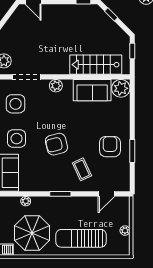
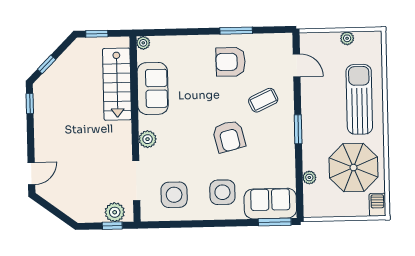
plant: (121, 88) -> (143, 43), width x0.53, depth x0.53
sun lounger: (81, 238) -> (359, 99), turned 180

